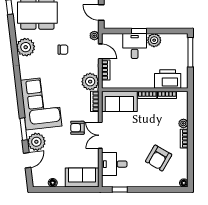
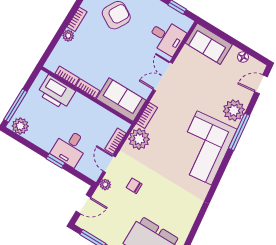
door: (101, 13) -> (83, 204), hinge flipped
plant: (154, 40) -> (20, 126), moved
plant: (26, 47) -> (185, 216), removed
chair: (63, 50) -> (134, 186), moved
armchair: (77, 128) -> (182, 99), removed
window: (24, 129) -> (239, 132), width x1.44
double door: (100, 135) -> (163, 76), swing flipped
door: (27, 160) -> (261, 84), moved

